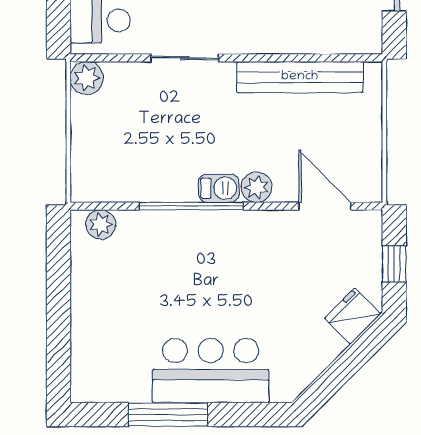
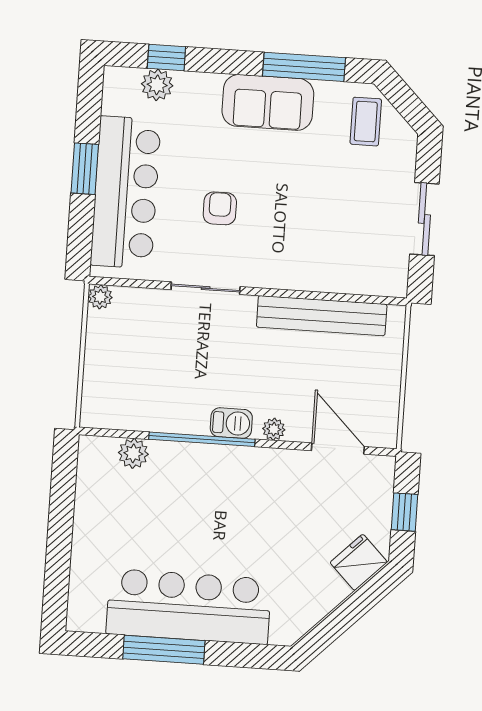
plant: (87, 78) -> (100, 297), width x0.73, depth x0.73
plant: (257, 187) -> (274, 429), width x0.73, depth x0.73
plant: (101, 224) -> (133, 453), moved
bar counter: (211, 371) -> (189, 607), width x1.36

